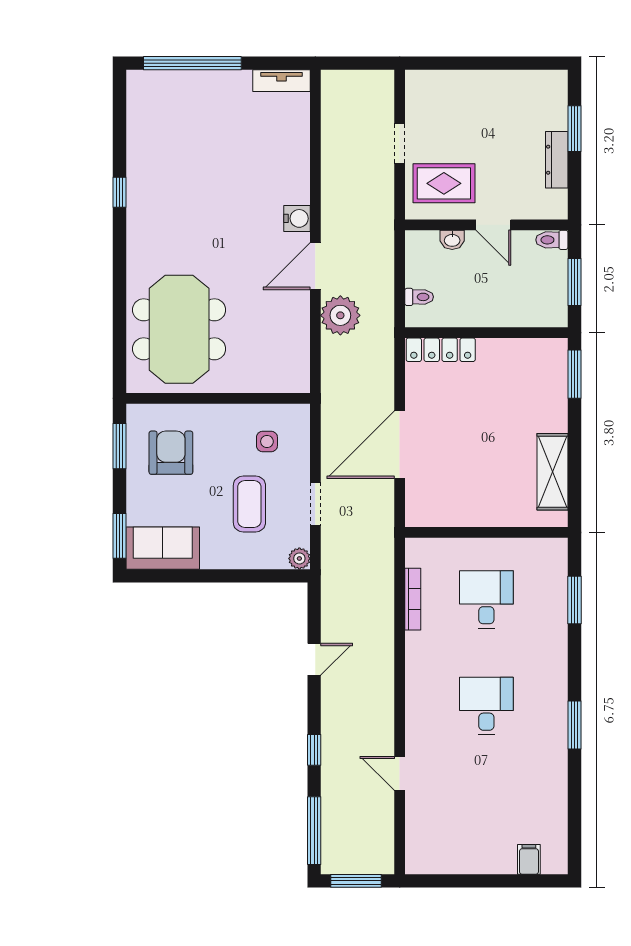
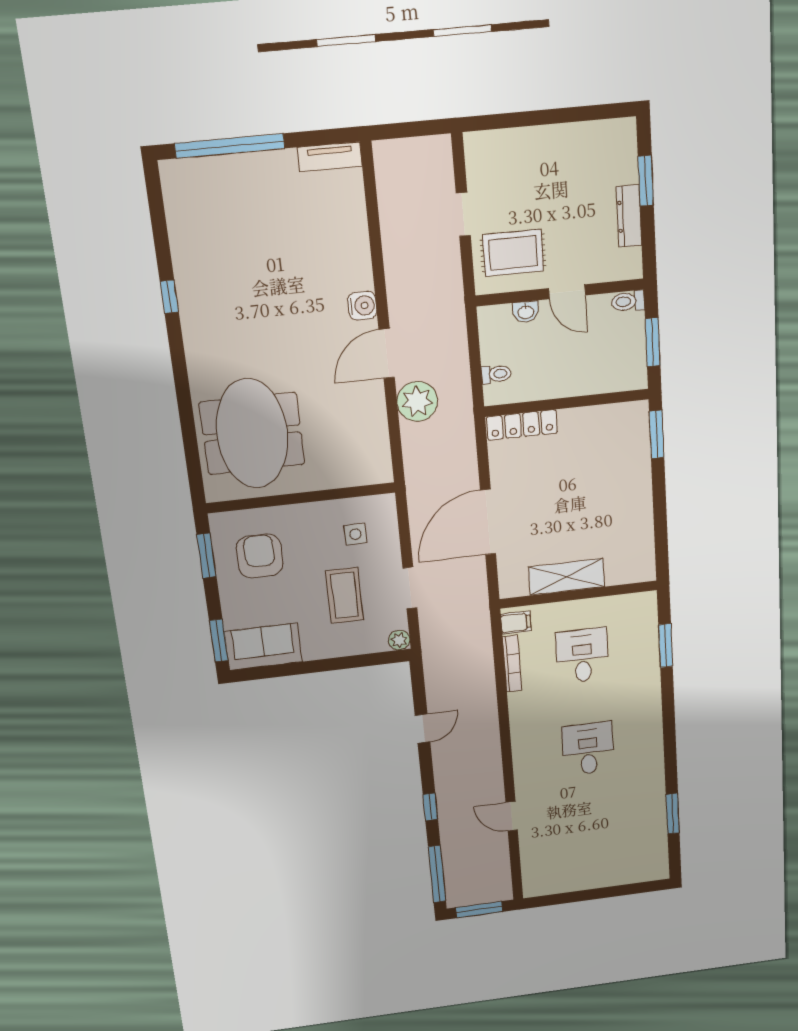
shelving: (553, 472) -> (567, 577), moved, turned 90
window: (574, 725) -> (673, 814), moved
filing cabinet: (529, 859) -> (516, 623), moved, turned 90

